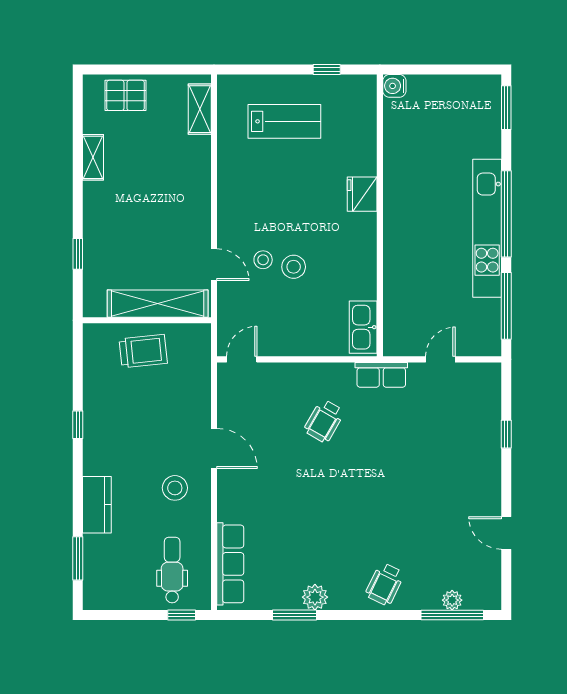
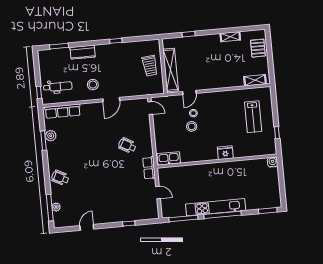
plant: (315, 597) -> (51, 136), moved

